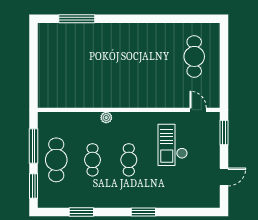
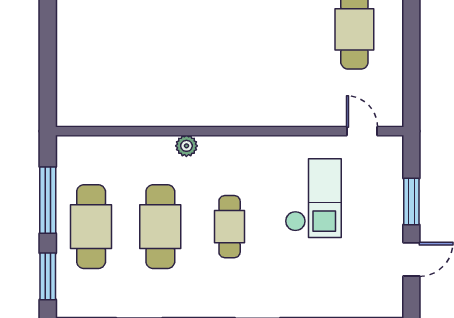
window: (224, 132) -> (411, 201), moved
checkout: (173, 145) -> (313, 198), turned 180
cafe table: (93, 160) -> (160, 227), width x1.37, depth x1.35

